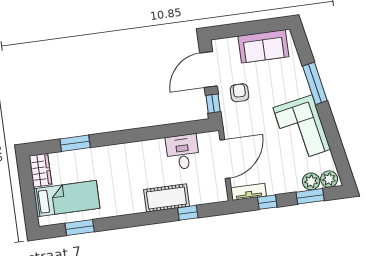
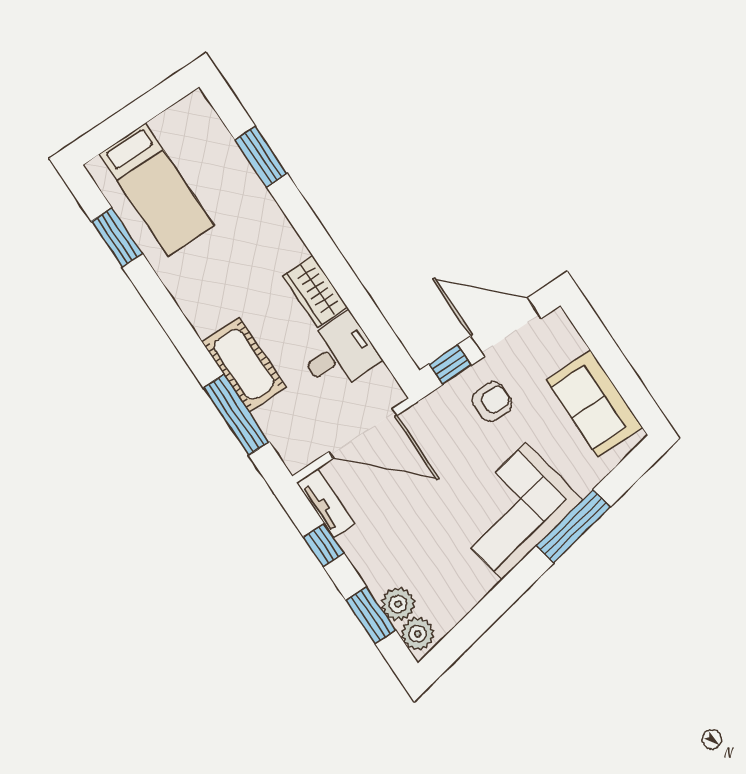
corner sofa: (302, 129) -> (514, 511), moved
wardrobe: (40, 170) -> (315, 291), moved, turned 90
window: (188, 213) -> (236, 415), width x2.17

